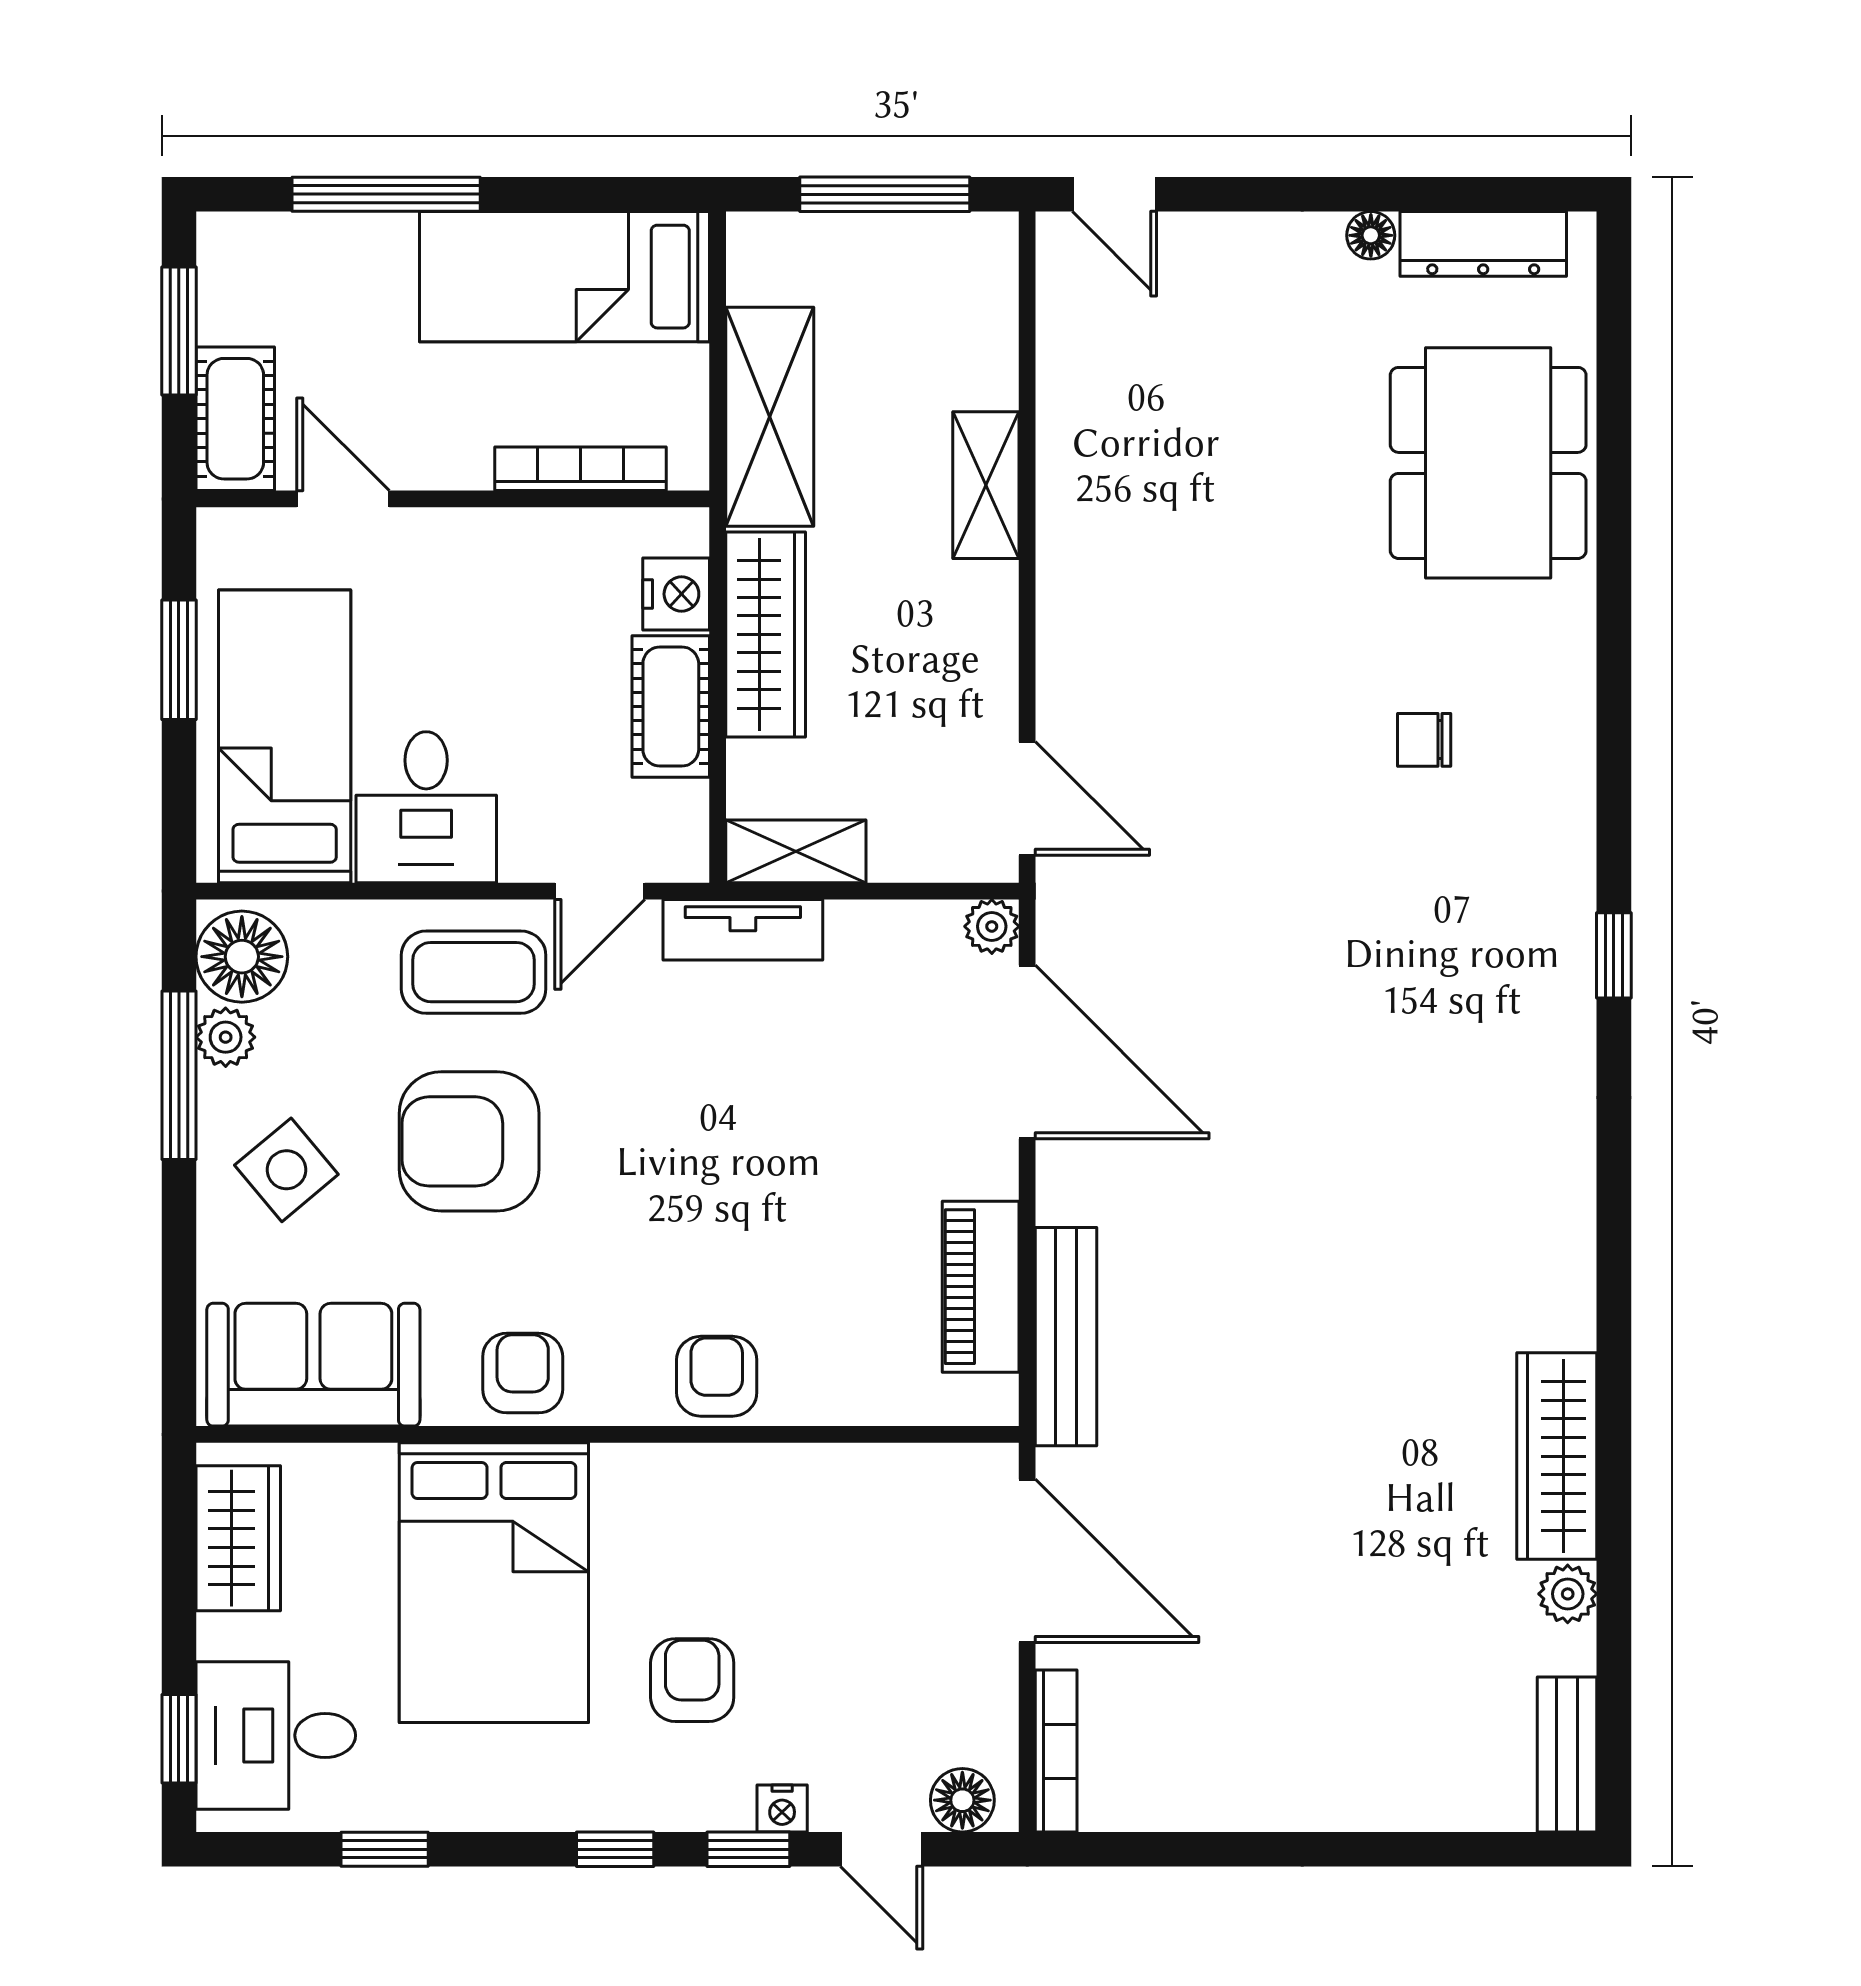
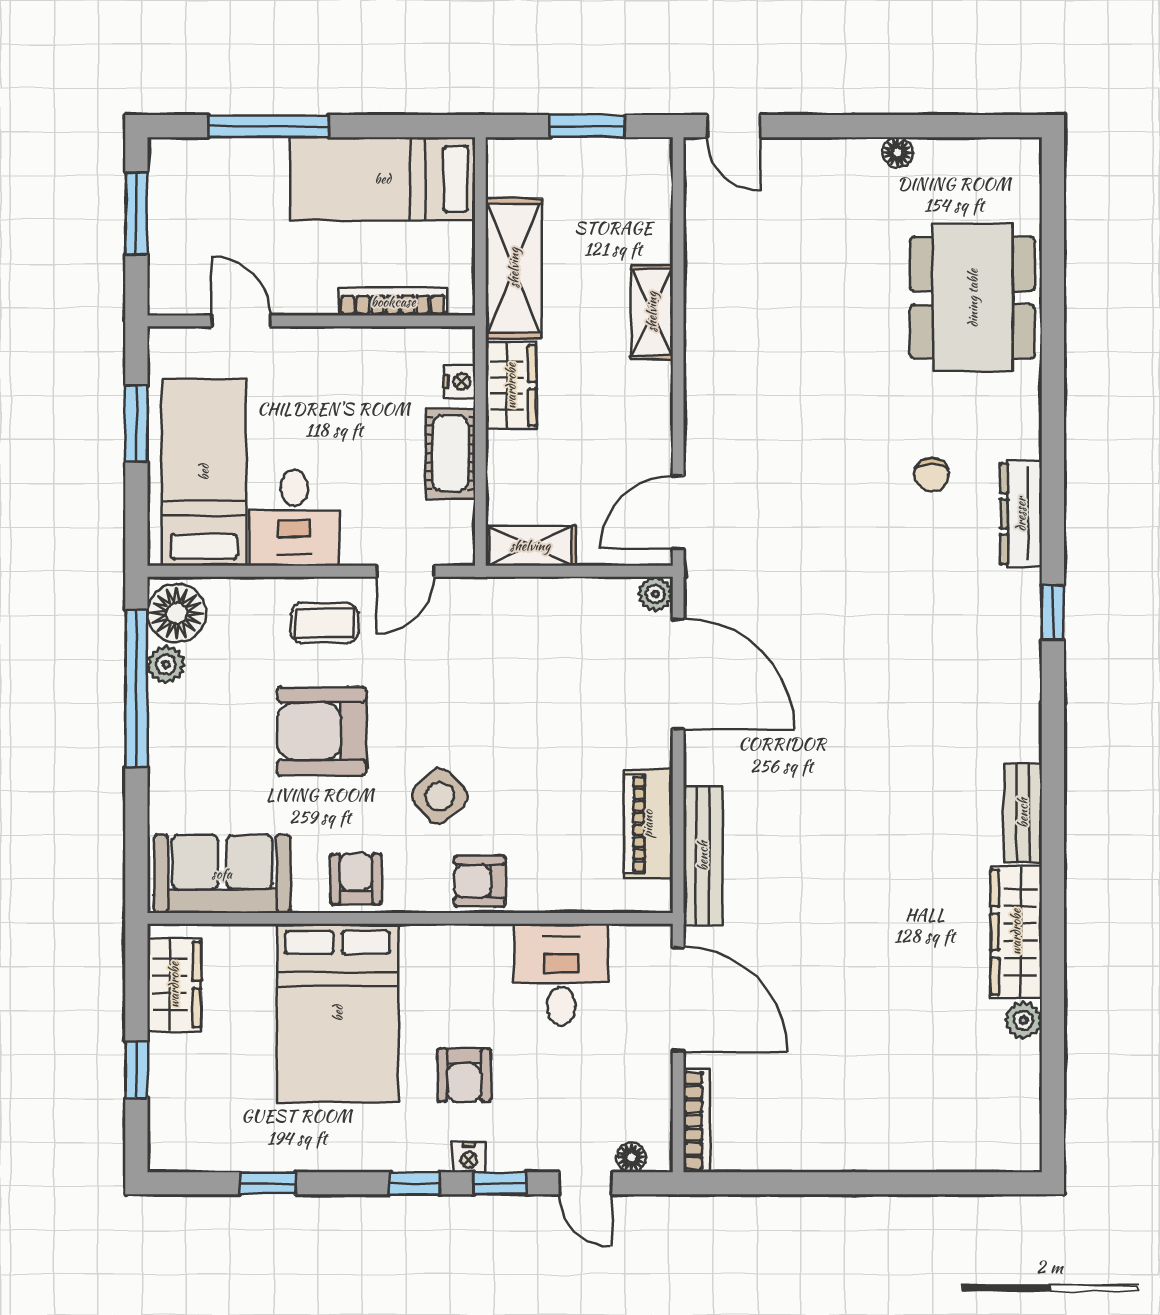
window: (885, 194) -> (587, 126), width x0.69
dresser: (1483, 244) -> (1021, 514), moved, turned 90
cot: (235, 419) -> (172, 270), removed
nightstand: (676, 594) -> (459, 382), width x0.72, depth x0.74
wardrobe: (766, 634) -> (511, 386), width x0.67
chair: (1424, 740) -> (932, 475), turned -90
door: (1027, 798) -> (678, 512), swing flipped
tv unit: (743, 930) -> (497, 596), removed
coffee table: (474, 972) -> (324, 623), width x0.73, depth x0.77
window: (179, 1075) -> (136, 689), width x1.46
side table: (286, 1170) -> (440, 796), moved
armchair: (717, 1376) -> (480, 881), turned -90
armchair: (692, 1680) -> (464, 1075), turned 180
desk: (276, 1735) -> (561, 974), moved, turned 90
window: (179, 1739) -> (136, 1070), moved
bench: (1567, 1754) -> (1023, 813), moved
floor lamp: (962, 1800) -> (631, 1157), width x0.73, depth x0.73
nightstand: (782, 1808) -> (469, 1157), moved

